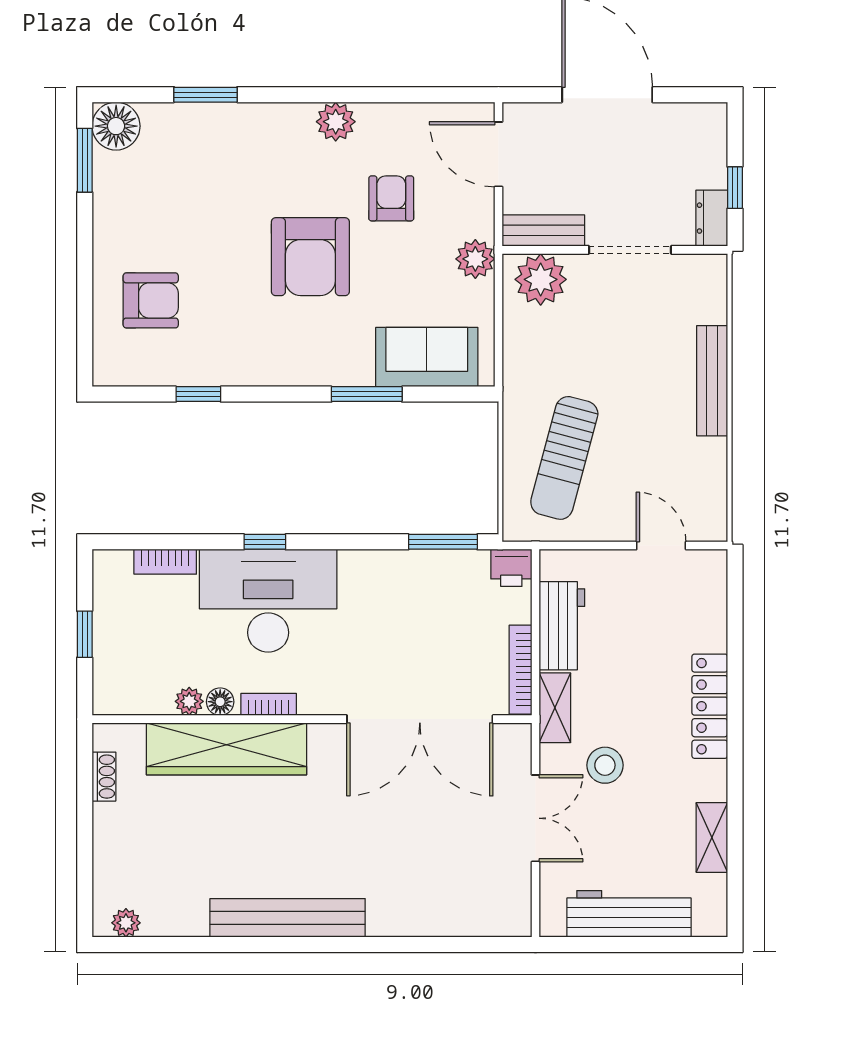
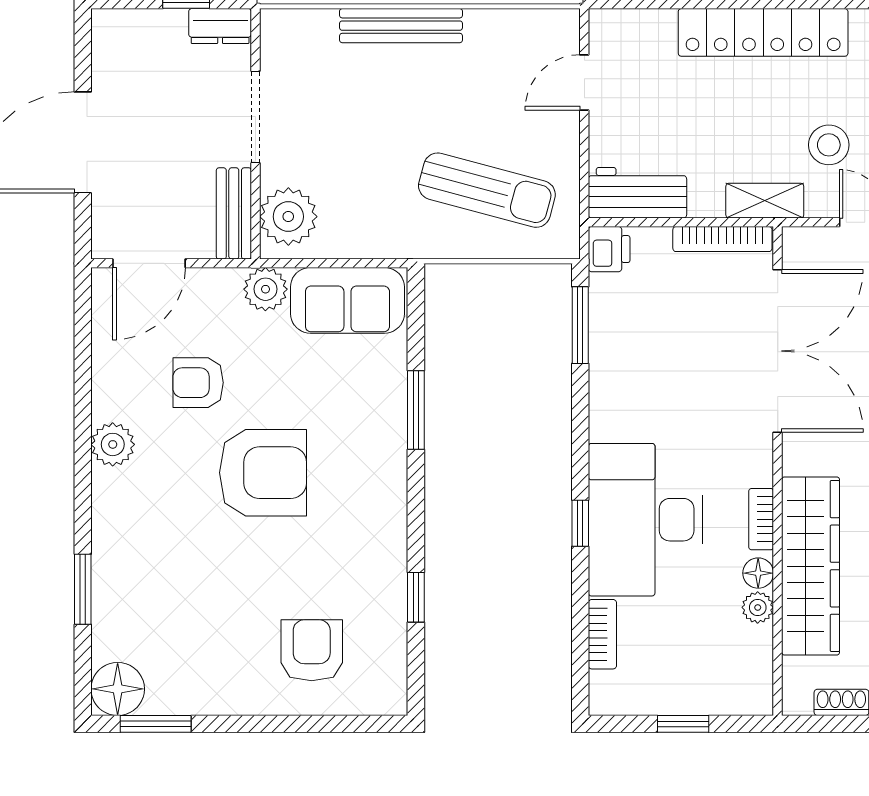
sofa: (427, 357) -> (347, 300), moved, turned -90
workbench: (562, 626) -> (638, 193), moved
locker: (710, 706) -> (763, 32), width x1.41, depth x1.21

